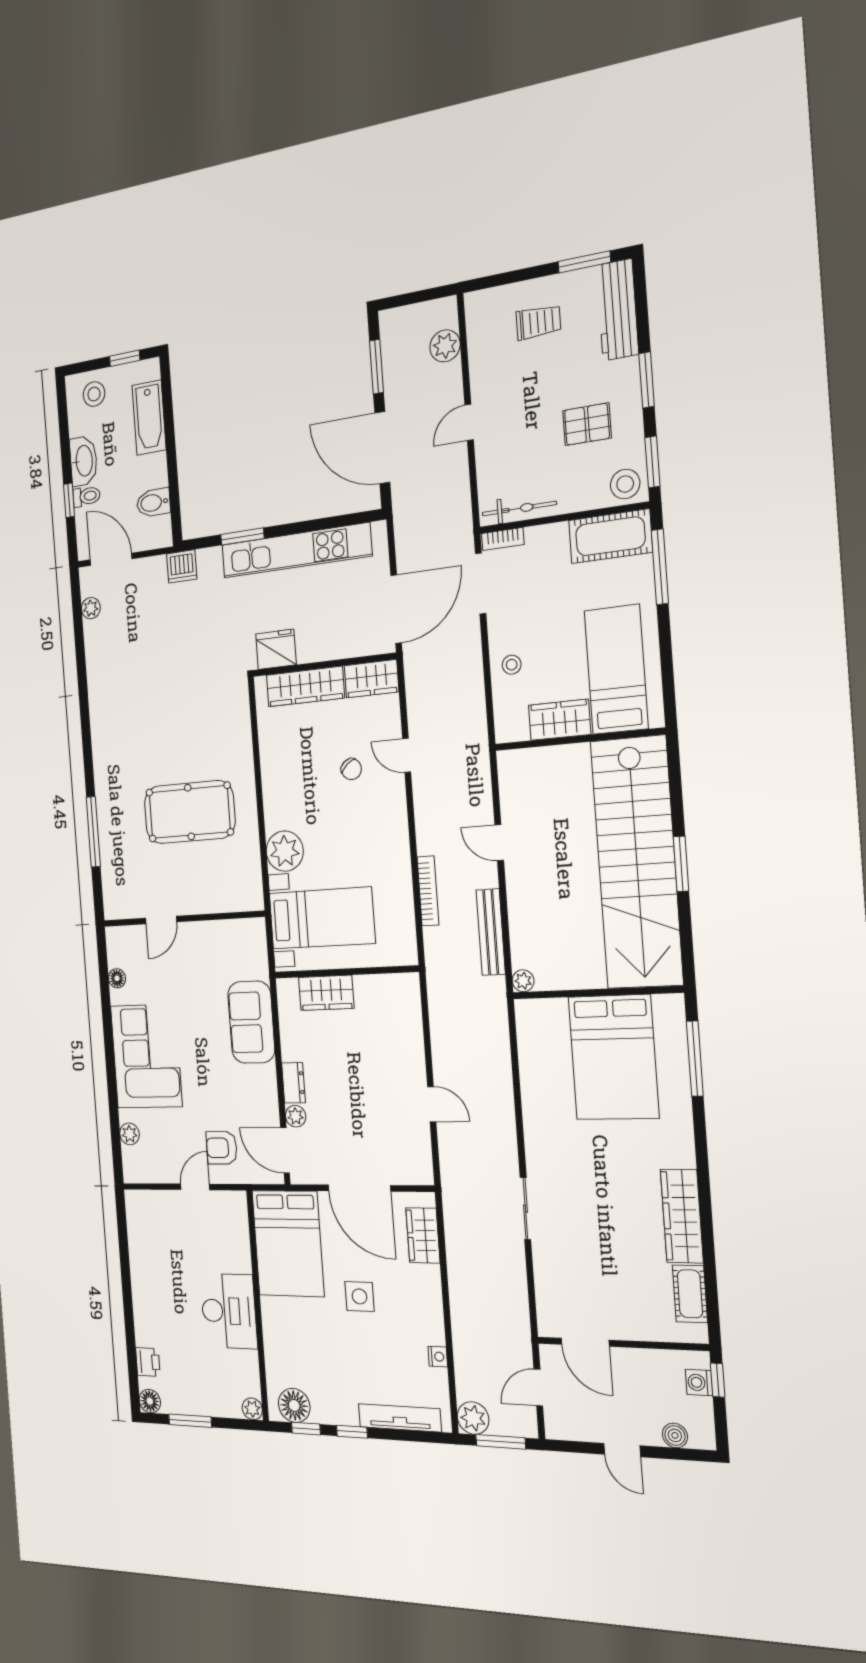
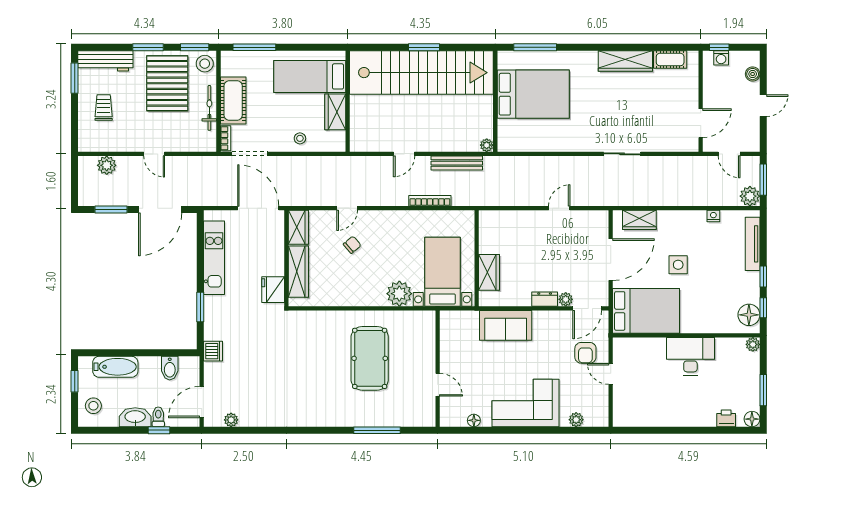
pallet: (587, 424) -> (167, 83), width x2.05, depth x2.00
bicycle: (519, 509) -> (209, 108), moved
cot: (610, 536) -> (233, 100), moved
kitchen unit: (296, 550) -> (214, 258), width x0.73

